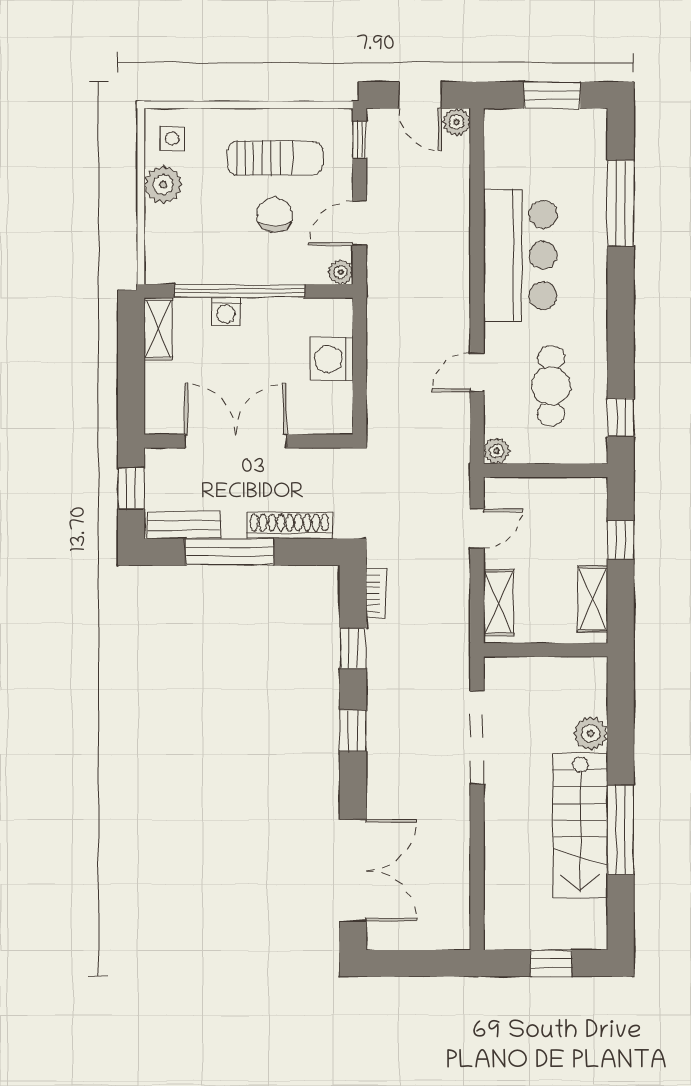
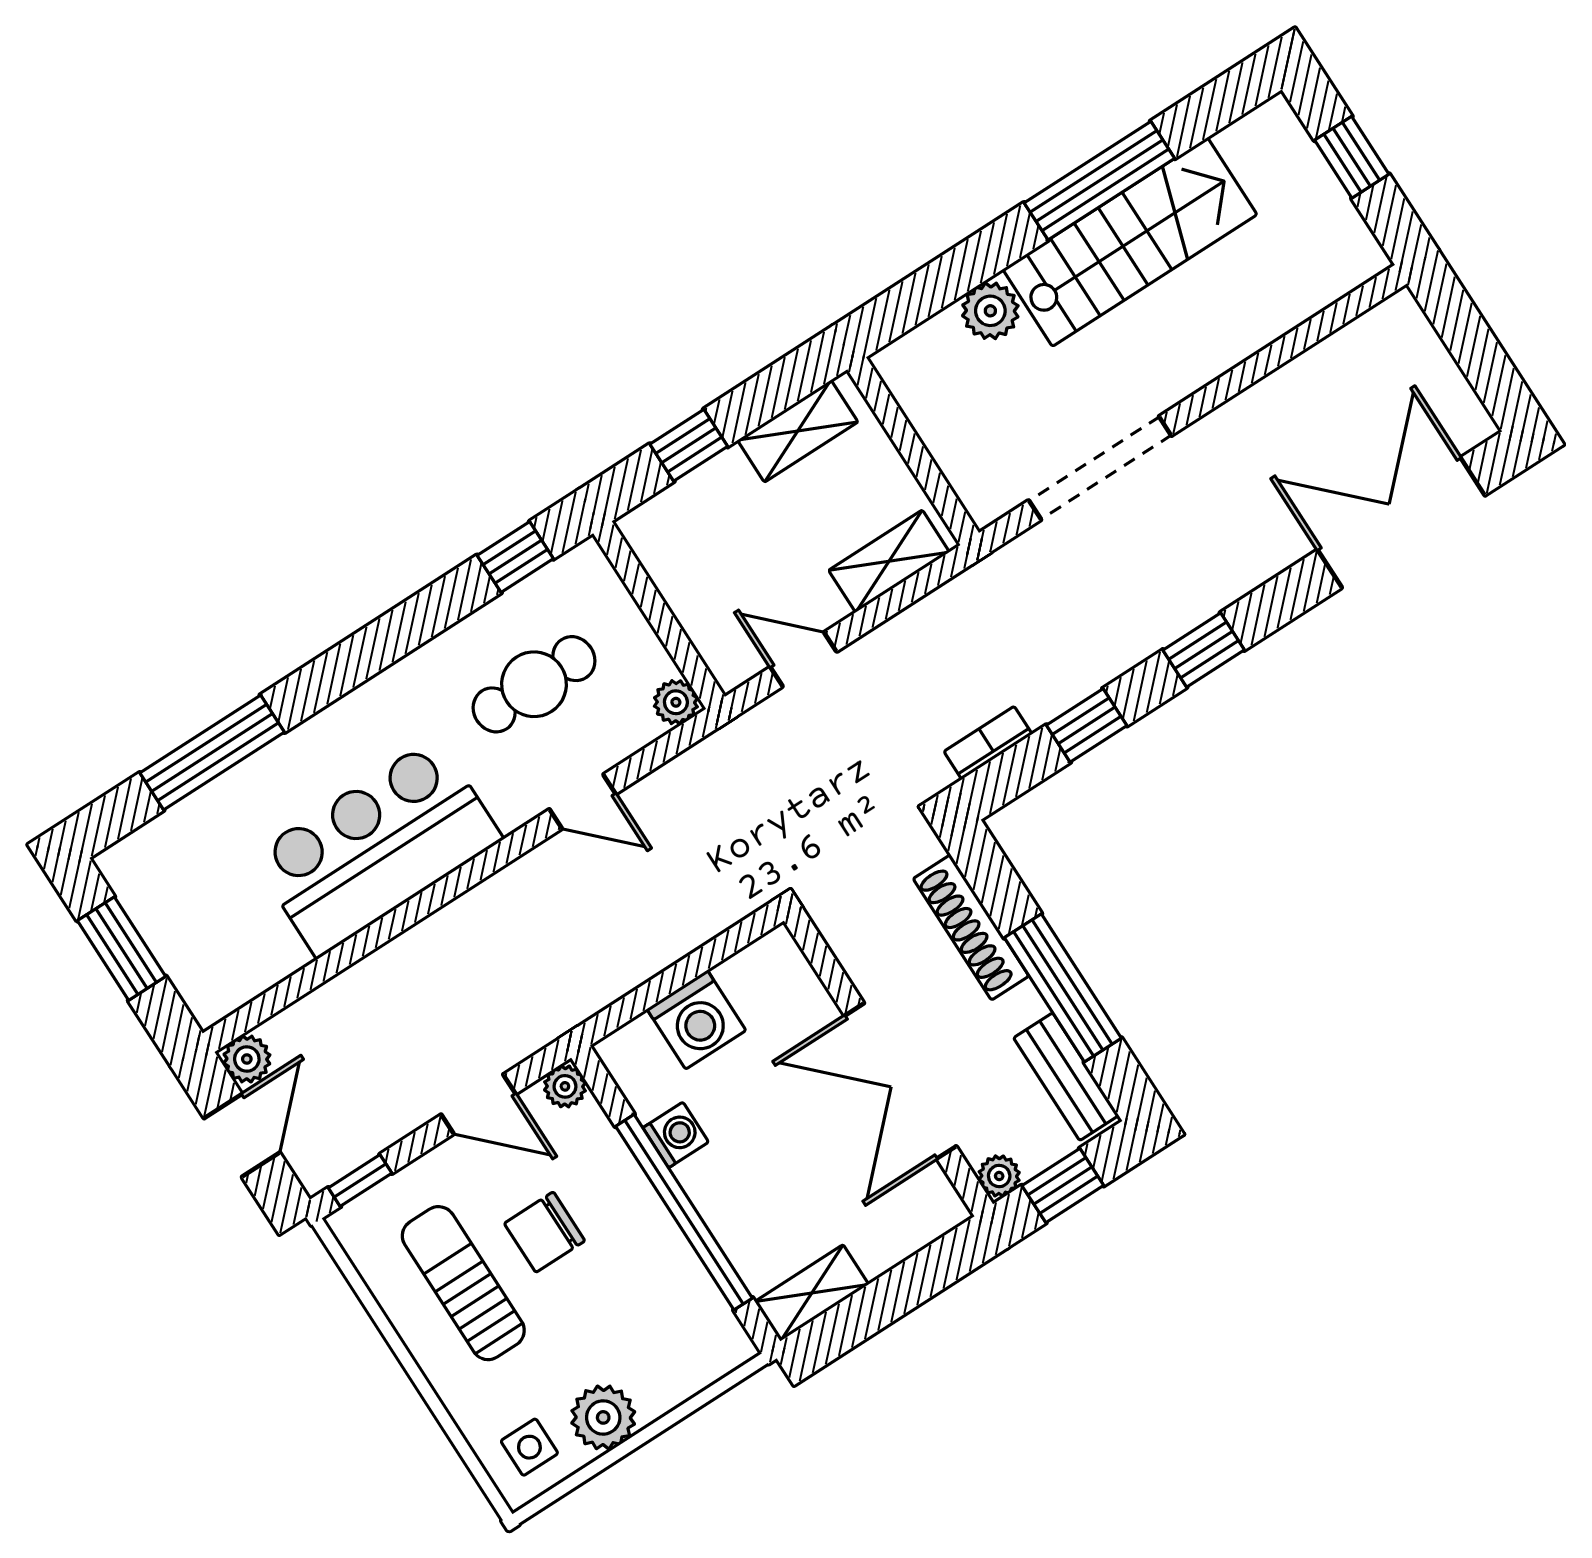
washing machine: (226, 312) -> (676, 1135), moved
plant: (156, 460) -> (999, 1176), added

